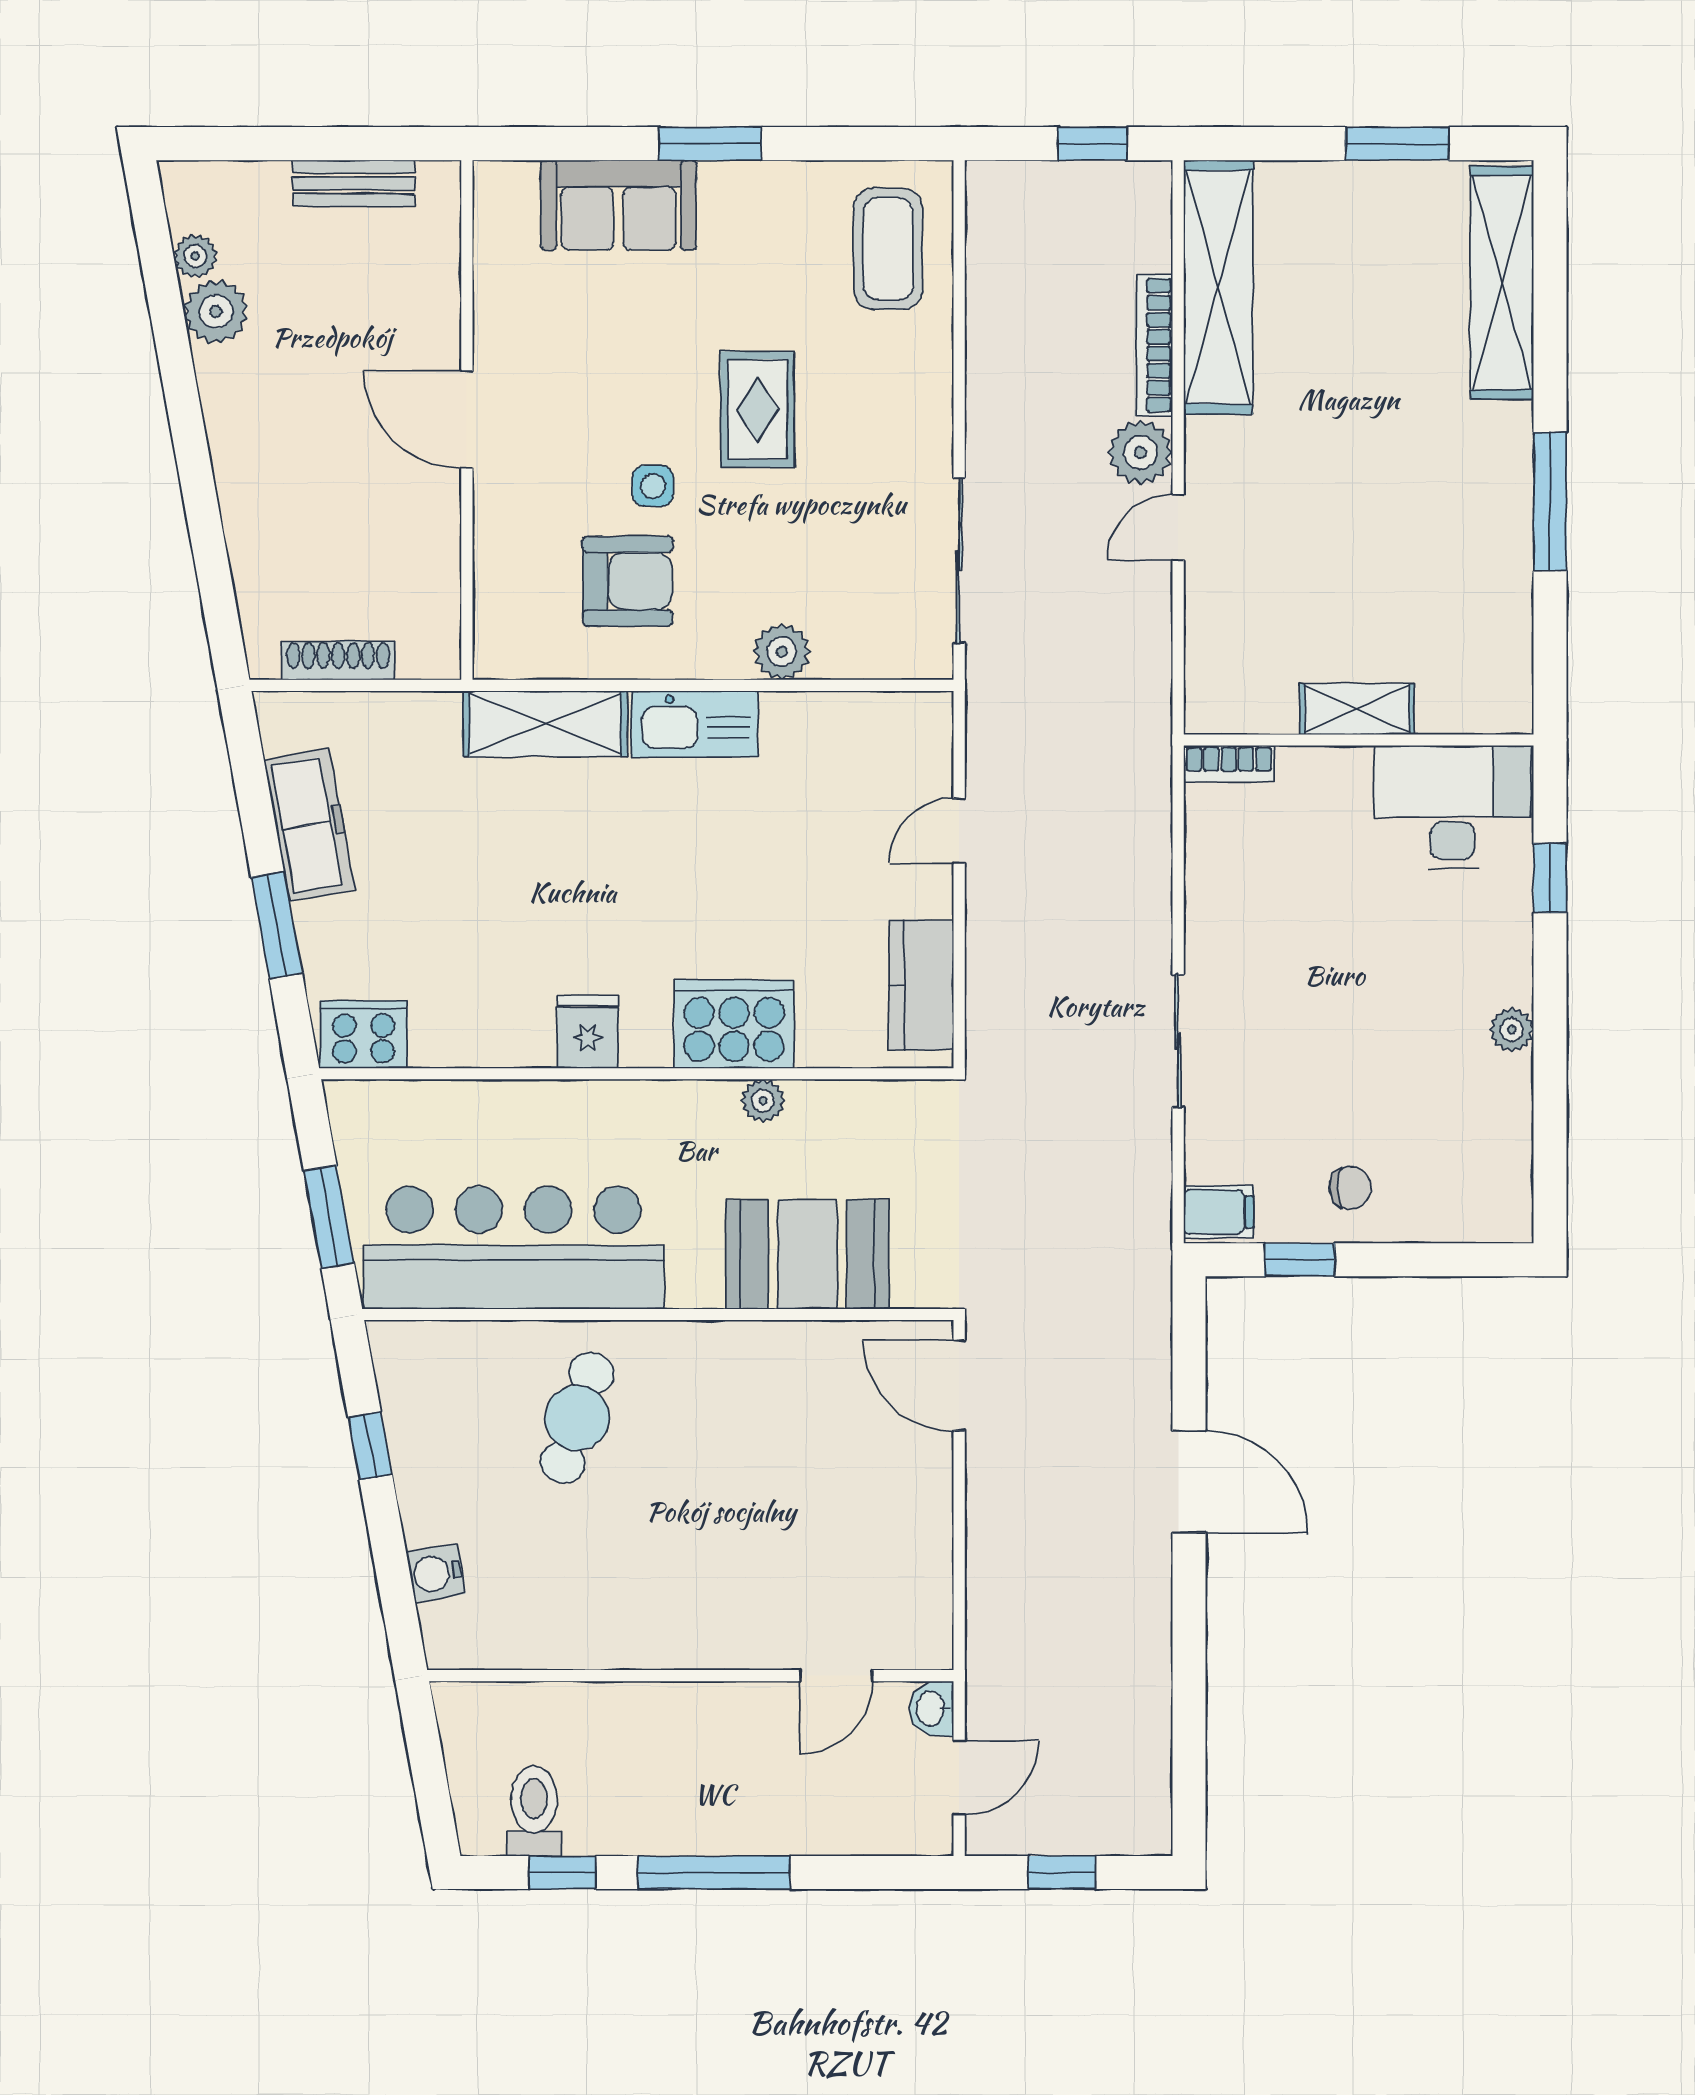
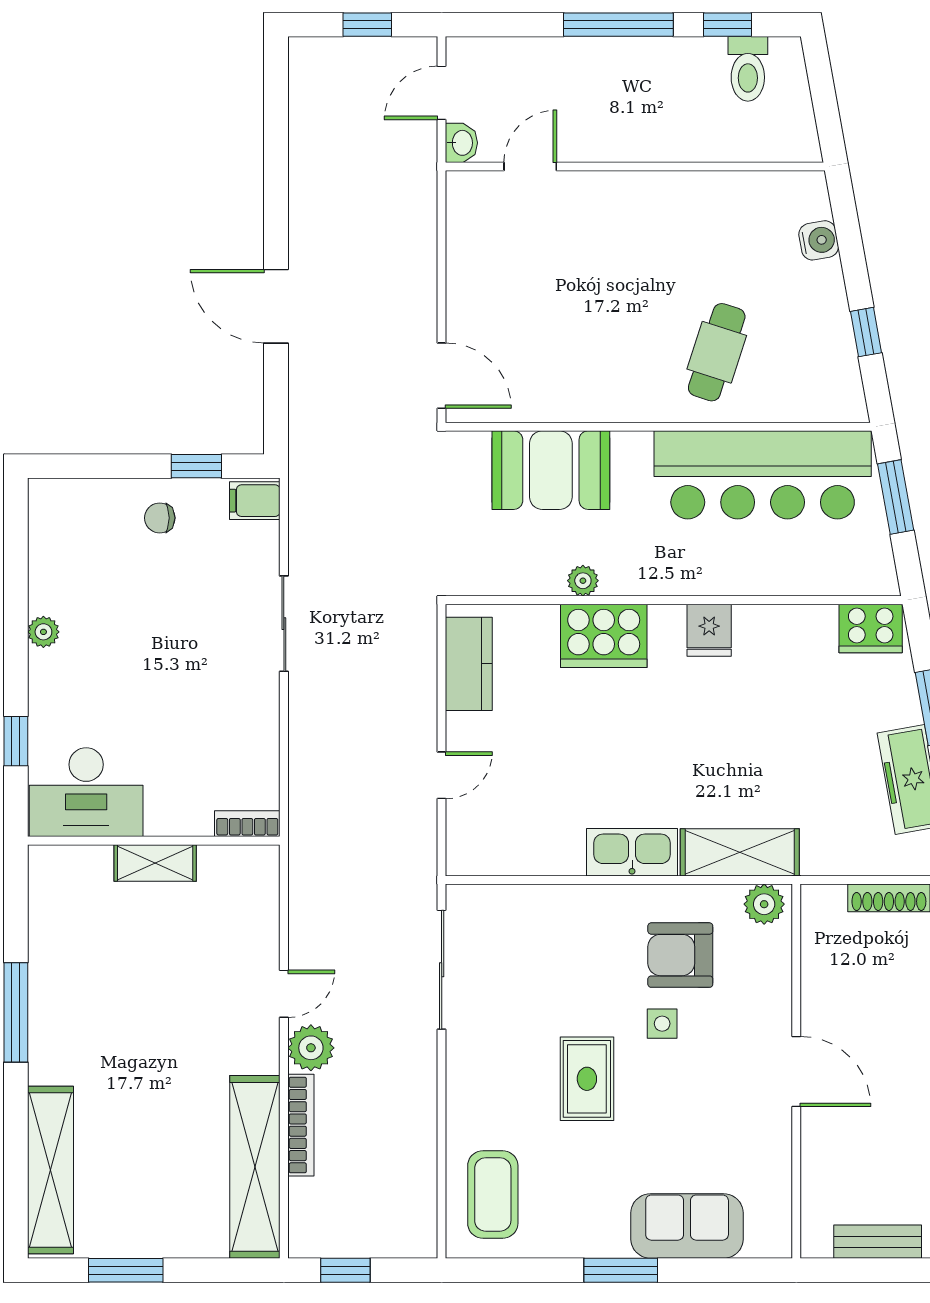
plant: (782, 652) -> (764, 904), moved

